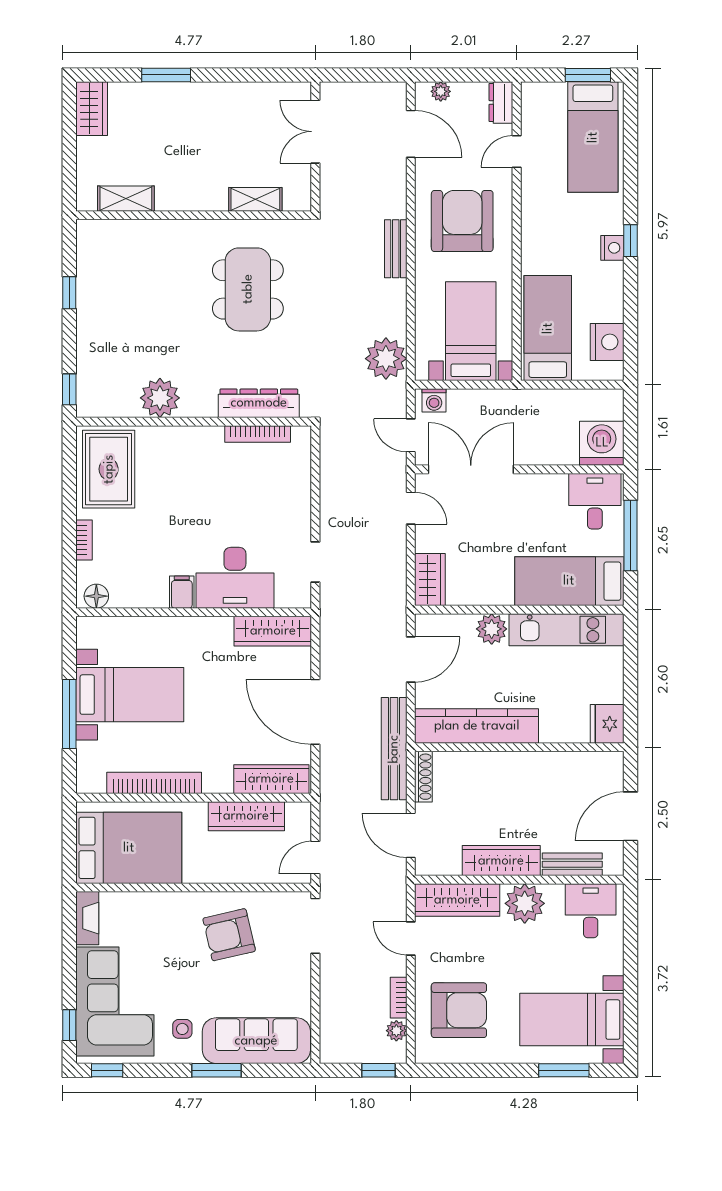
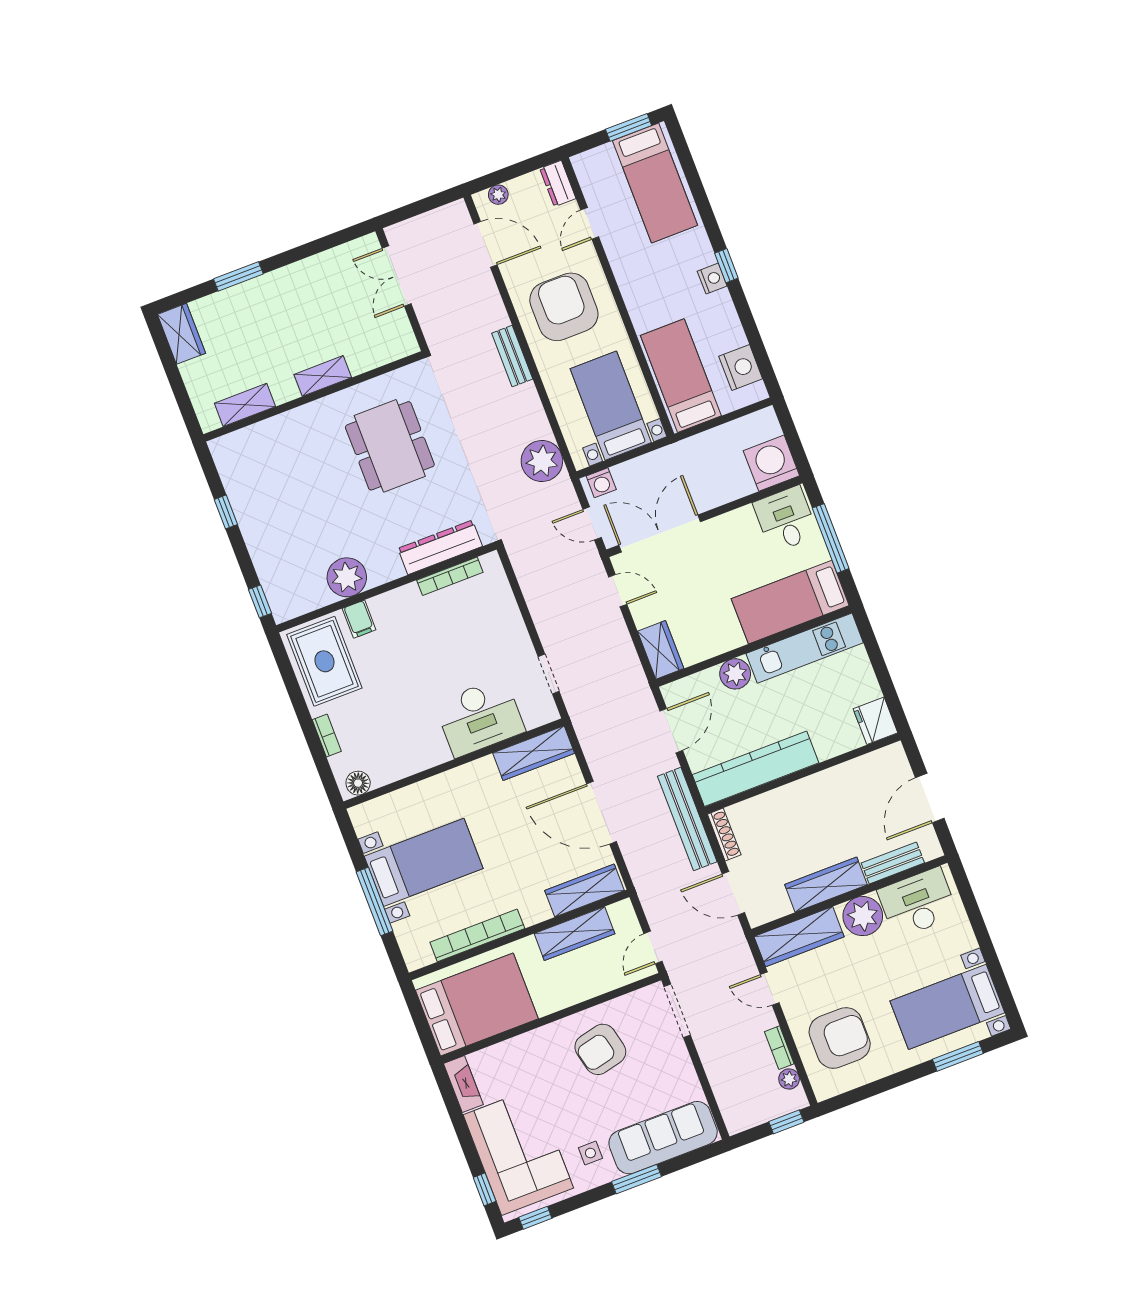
shelving: (255, 199) -> (323, 376), moved
filing cabinet: (182, 592) -> (359, 619), moved, turned 180
desk: (591, 911) -> (918, 903), width x1.37

